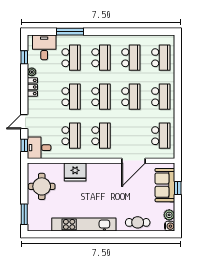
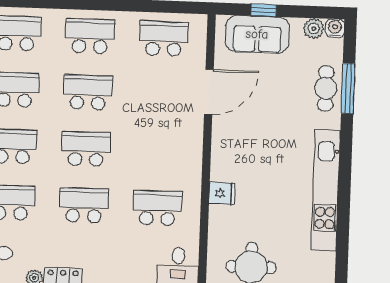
school desk: (101, 136) -> (159, 152), removed
door: (134, 161) -> (209, 92), hinge flipped
fridge: (75, 172) -> (222, 193), width x0.53, depth x0.75
window: (138, 234) -> (348, 88), added

